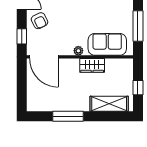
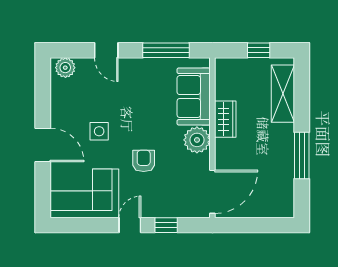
armchair: (39, 21) -> (144, 161), moved, turned -64
window: (22, 36) -> (166, 225), moved
plant: (78, 51) -> (197, 140), width x1.88, depth x1.88

